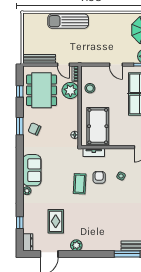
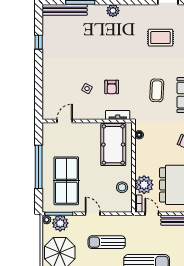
sun lounger: (104, 39) -> (107, 242), added
coffee table: (80, 184) -> (157, 90), moved
rug: (56, 221) -> (160, 38), turned 90
plant: (76, 245) -> (113, 11), moved

